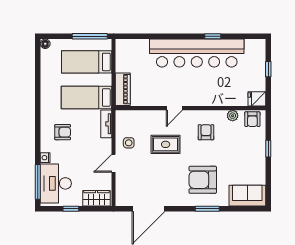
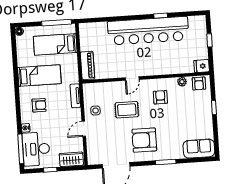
bed: (87, 98) -> (39, 76), moved, turned 180
armchair: (203, 180) -> (144, 140), moved

